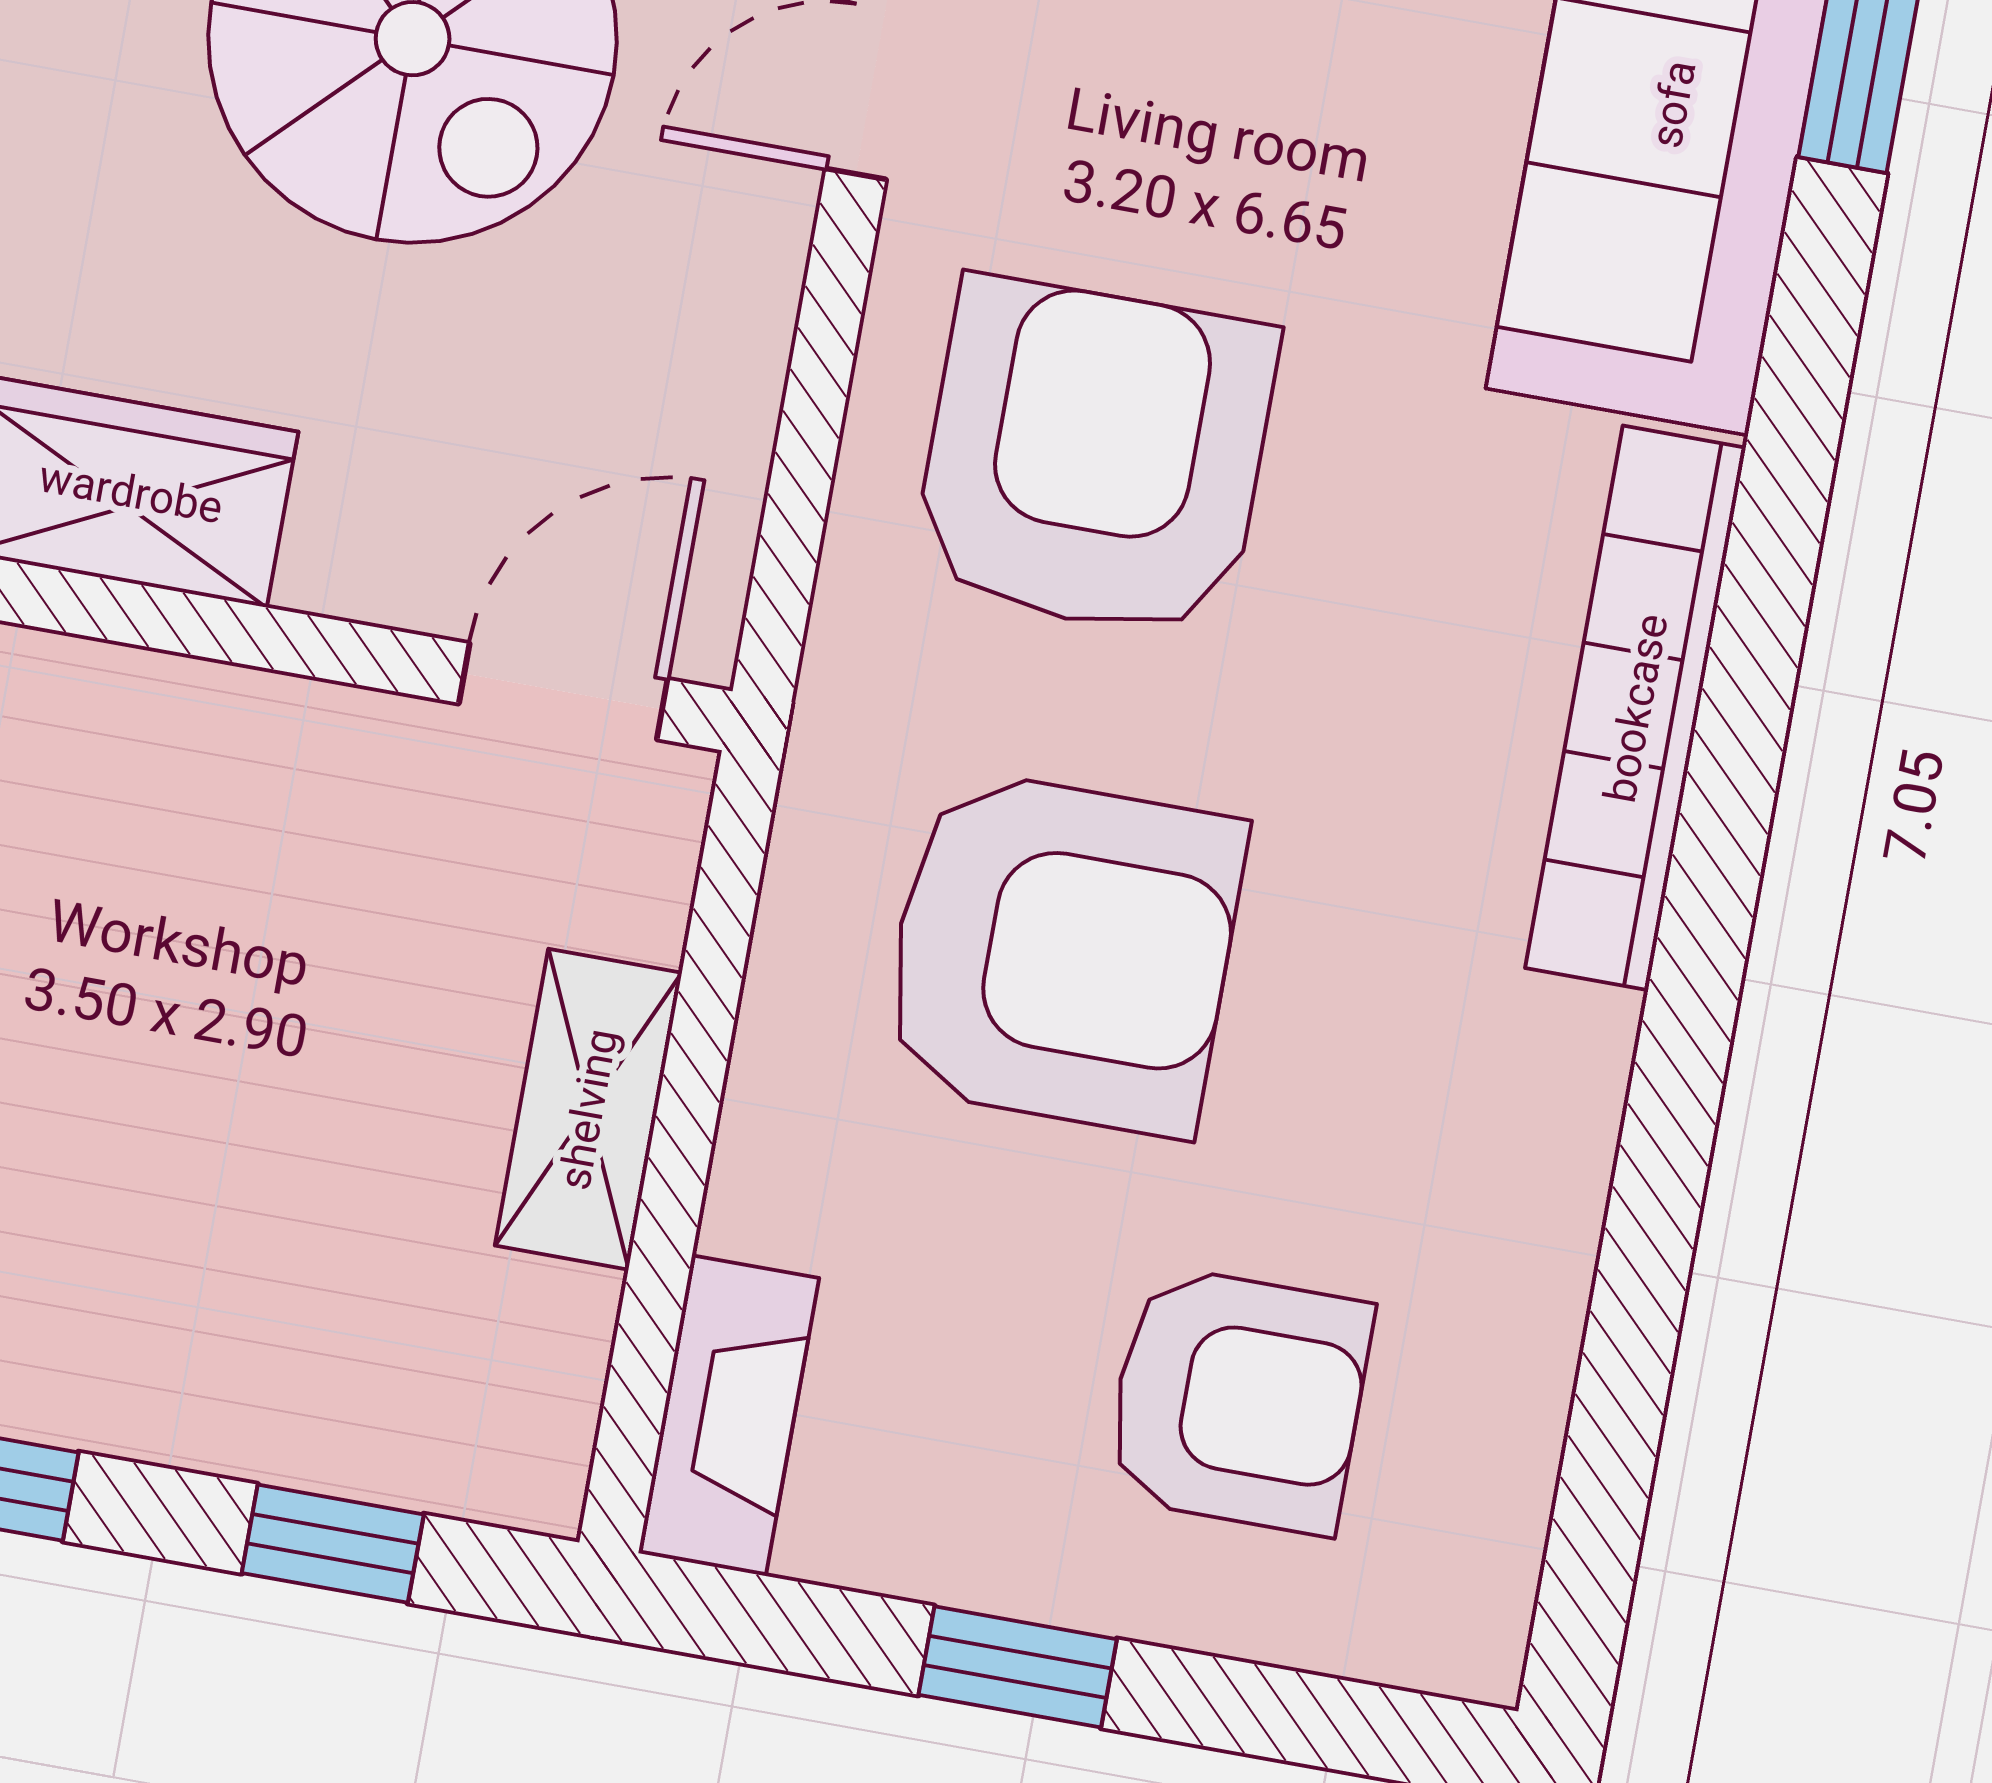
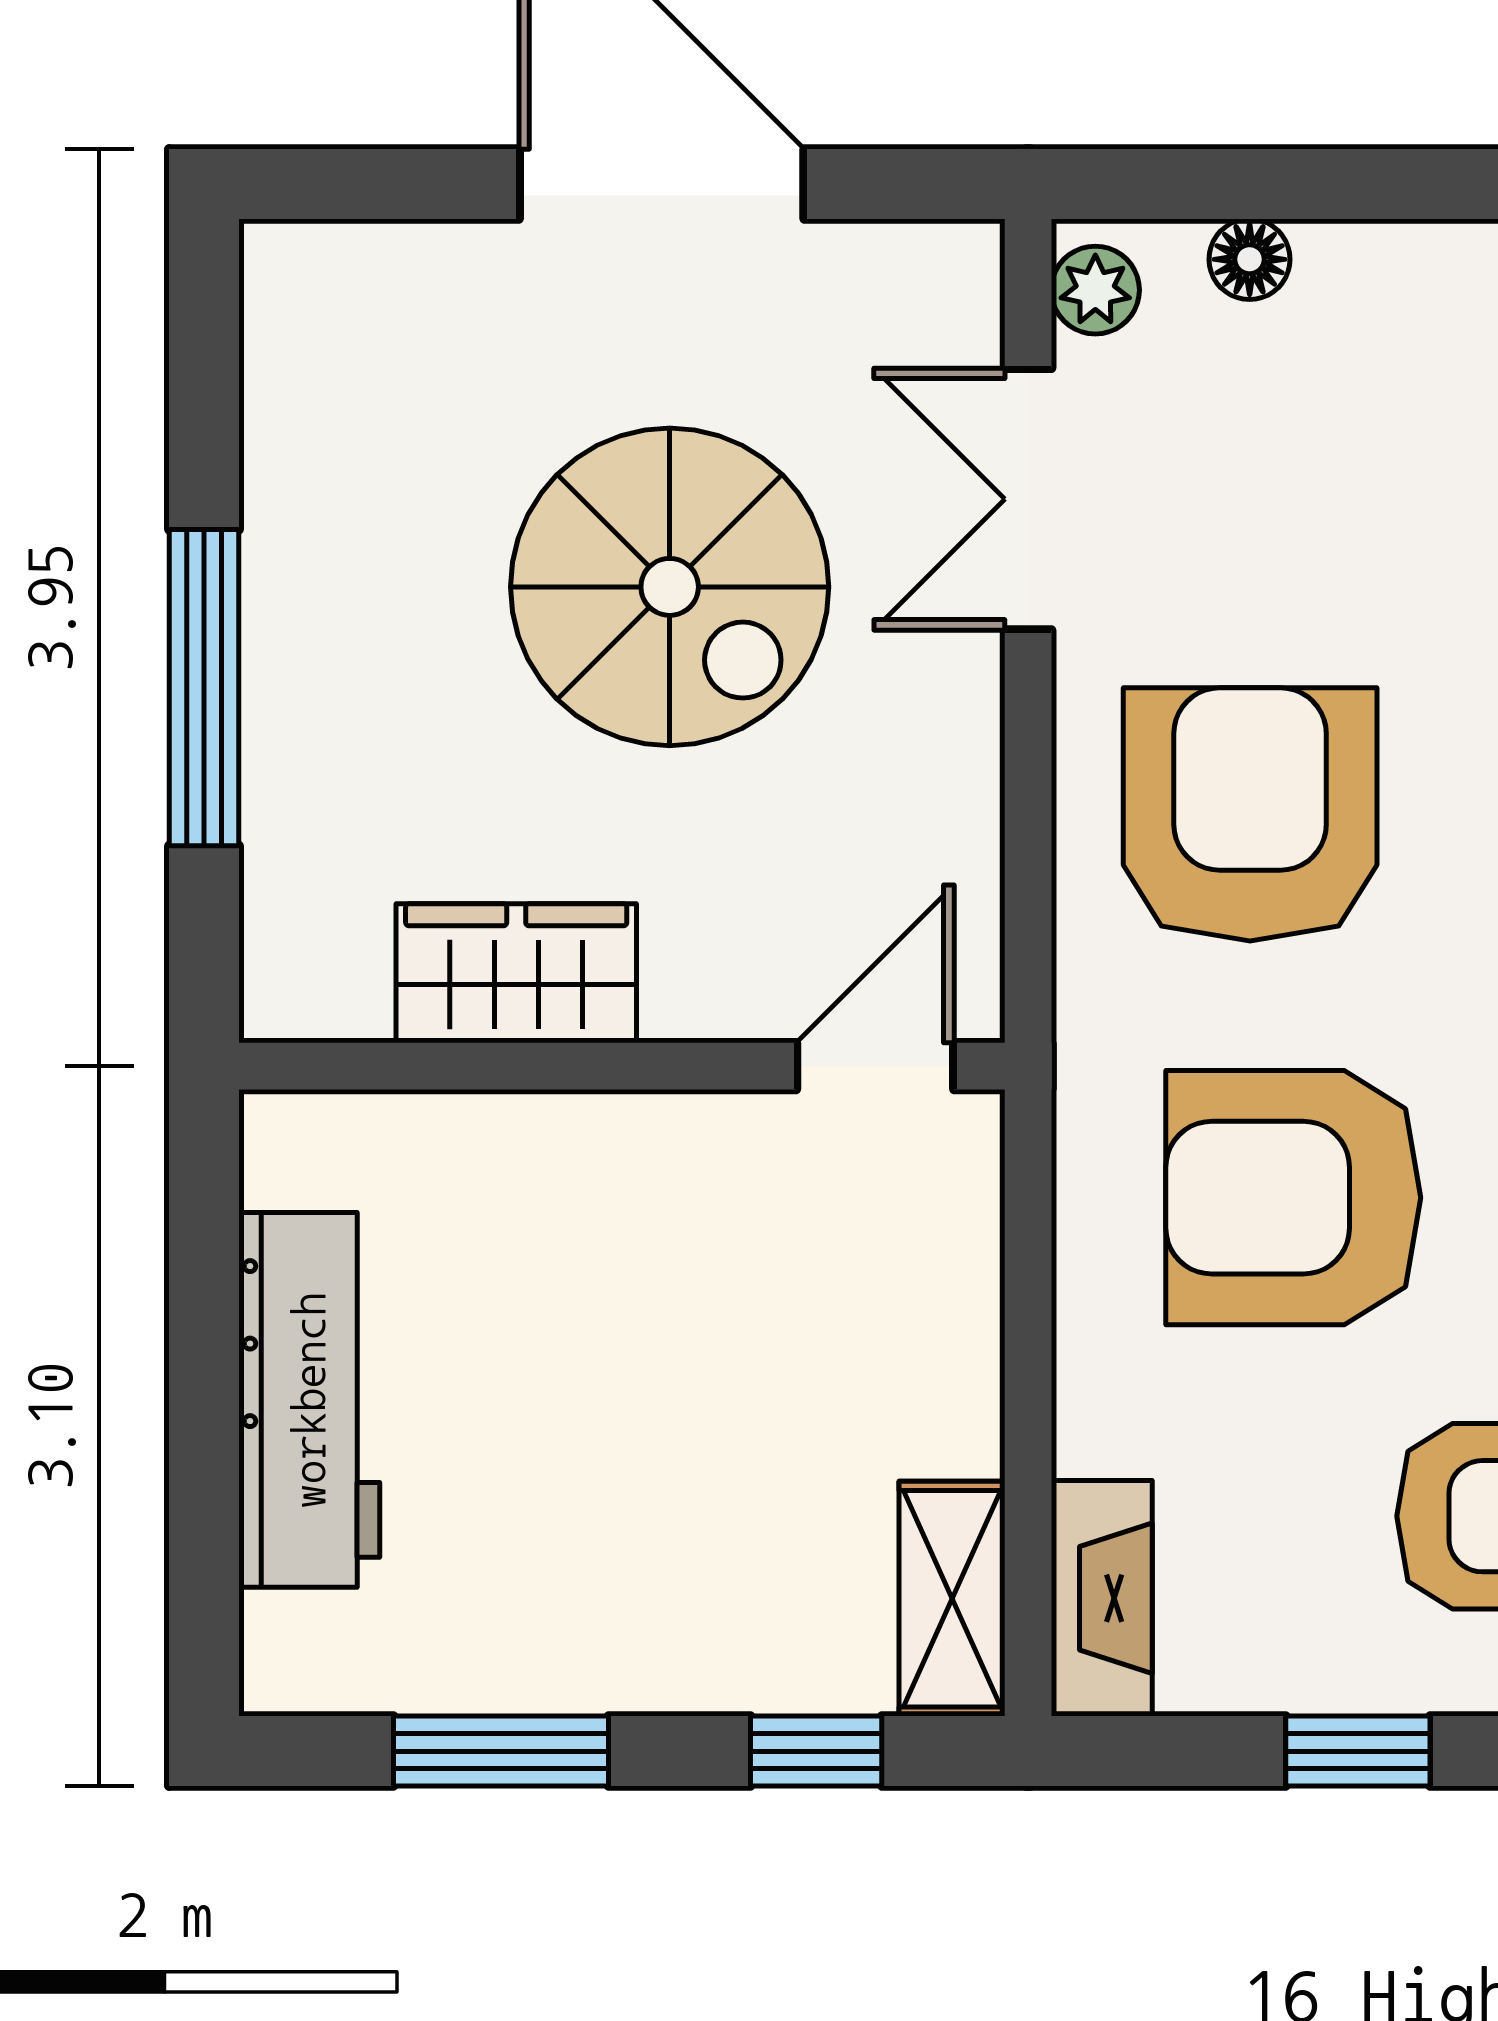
armchair: (1062, 953) -> (1293, 1198), turned 180
shelving: (588, 1109) -> (952, 1599), moved

